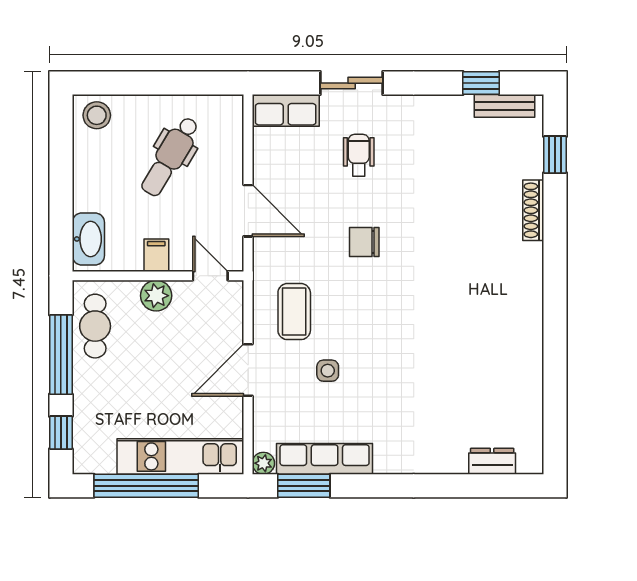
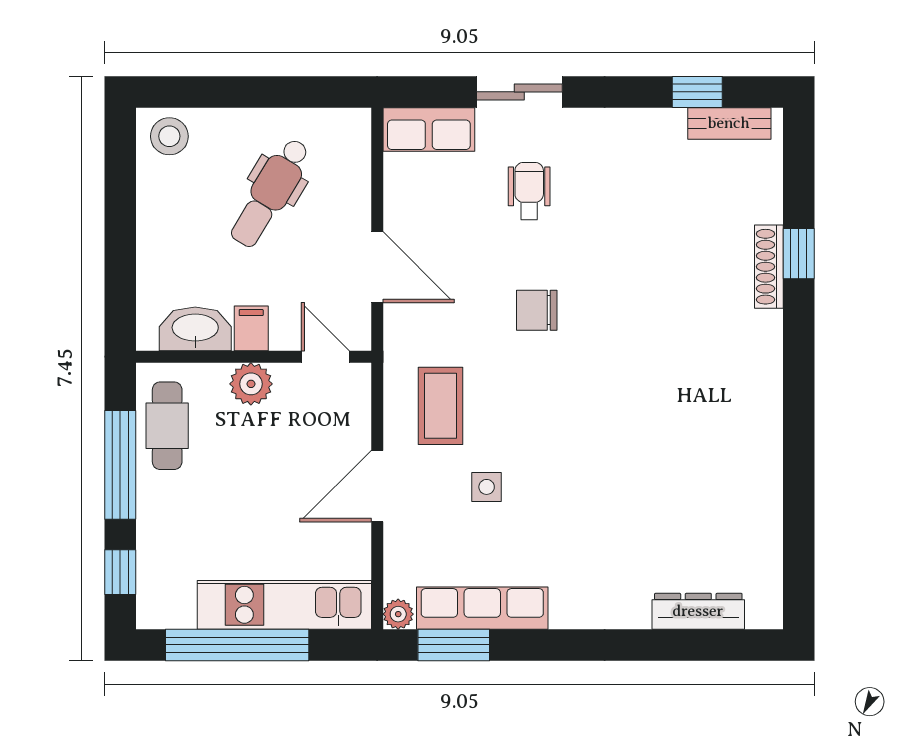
window: (555, 155) -> (799, 254), moved
washbasin: (88, 239) -> (195, 329), moved, turned -90
dresser: (492, 461) -> (698, 611), width x1.44

